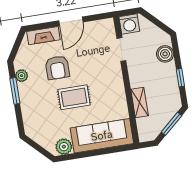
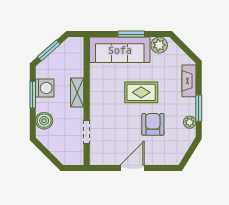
washing machine: (129, 24) -> (45, 88), moved, turned 90
fireplace: (43, 36) -> (189, 81), moved, turned -90
window: (180, 78) -> (33, 95), width x1.50
shelving: (140, 102) -> (77, 93), moved
window: (93, 153) -> (131, 34), added

